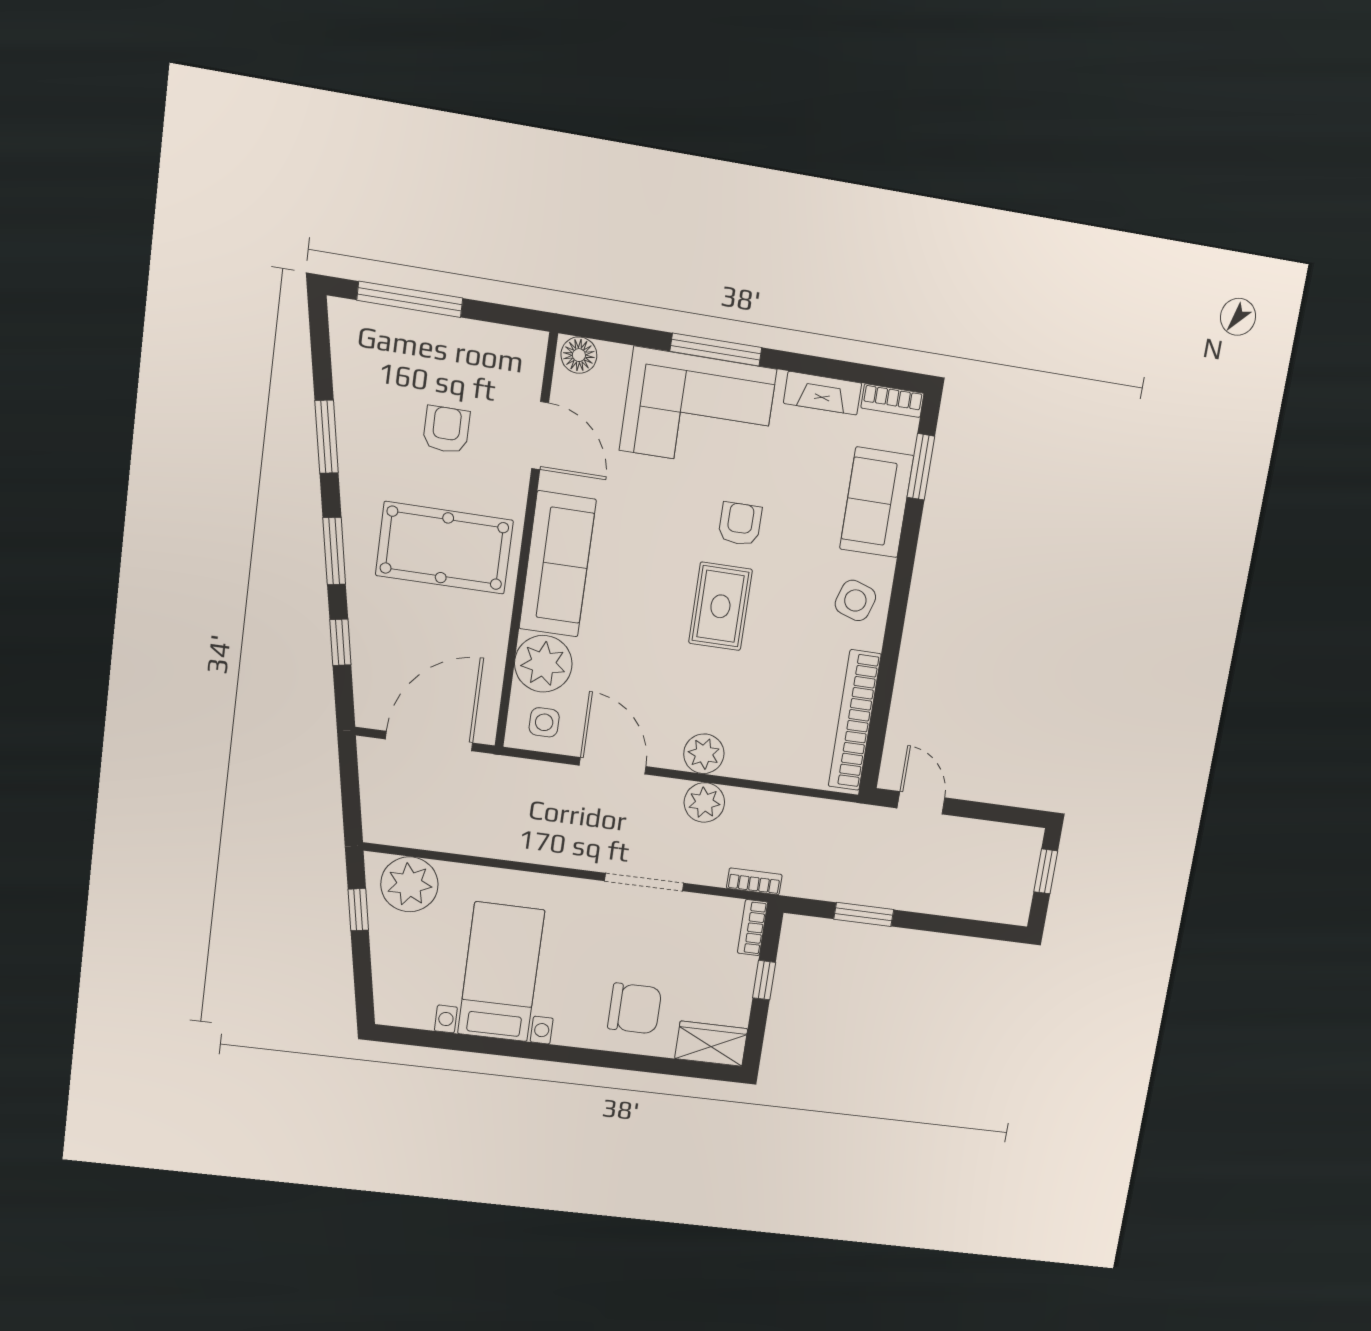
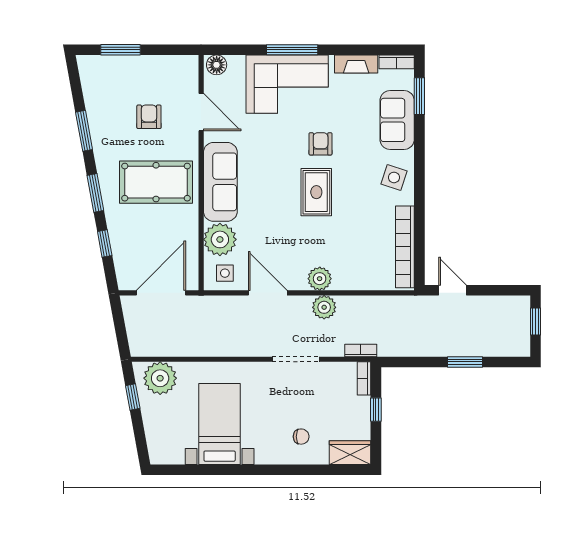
window: (410, 299) -> (120, 50), width x0.69
window: (864, 914) -> (465, 362), moved
chair: (635, 1008) -> (301, 437), width x0.54, depth x0.54

